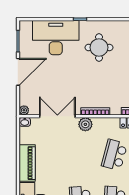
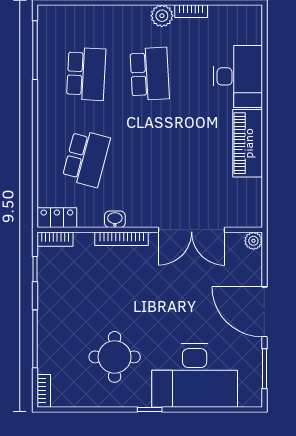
door: (18, 72) -> (264, 312), hinge flipped
washbasin: (25, 122) -> (115, 219), moved
plant: (85, 124) -> (140, 215), removed

